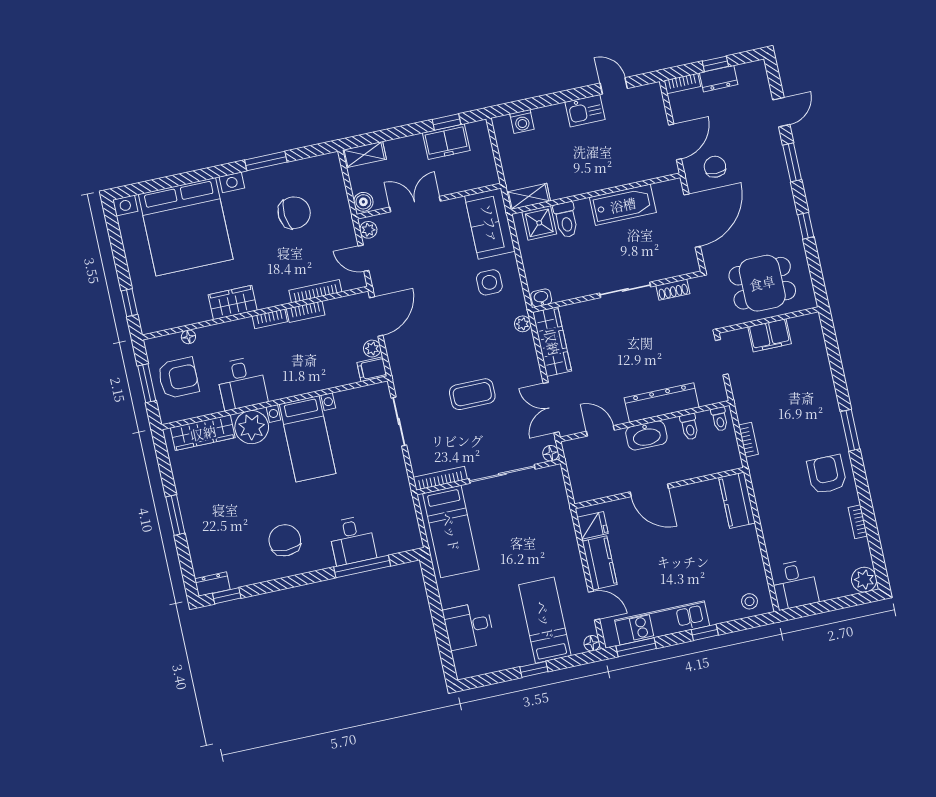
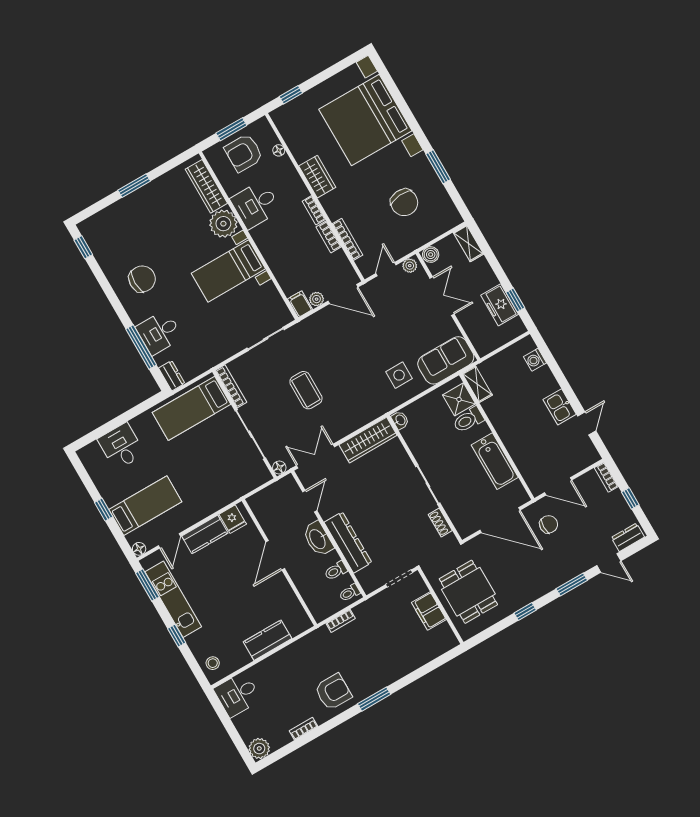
dresser: (719, 79) -> (628, 537), moved, turned 90
plant: (523, 324) -> (375, 412), removed
armchair: (178, 378) -> (244, 153), turned 90
kitchen counter: (737, 500) -> (268, 640), moved
dresser: (212, 584) -> (172, 376), moved

